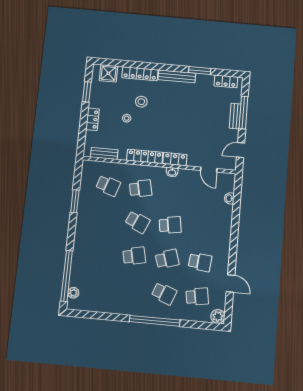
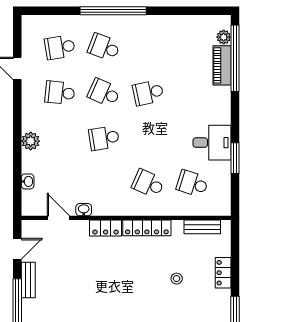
stool: (141, 102) -> (159, 304), removed
bench: (235, 116) -> (28, 280), moved
washbasin: (172, 172) -> (84, 210), moved
school desk: (141, 189) -> (148, 184), turned 36
desk: (91, 214) -> (212, 143), added
school desk: (137, 222) -> (148, 138), removed
school desk: (167, 259) -> (104, 93), turned 42
piano: (77, 271) -> (222, 65), added
plant: (218, 316) -> (31, 141), moved

